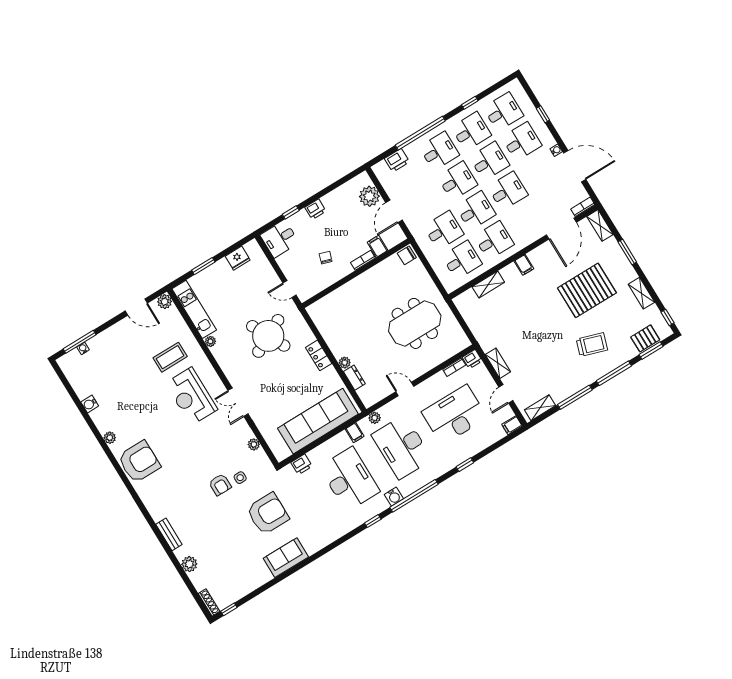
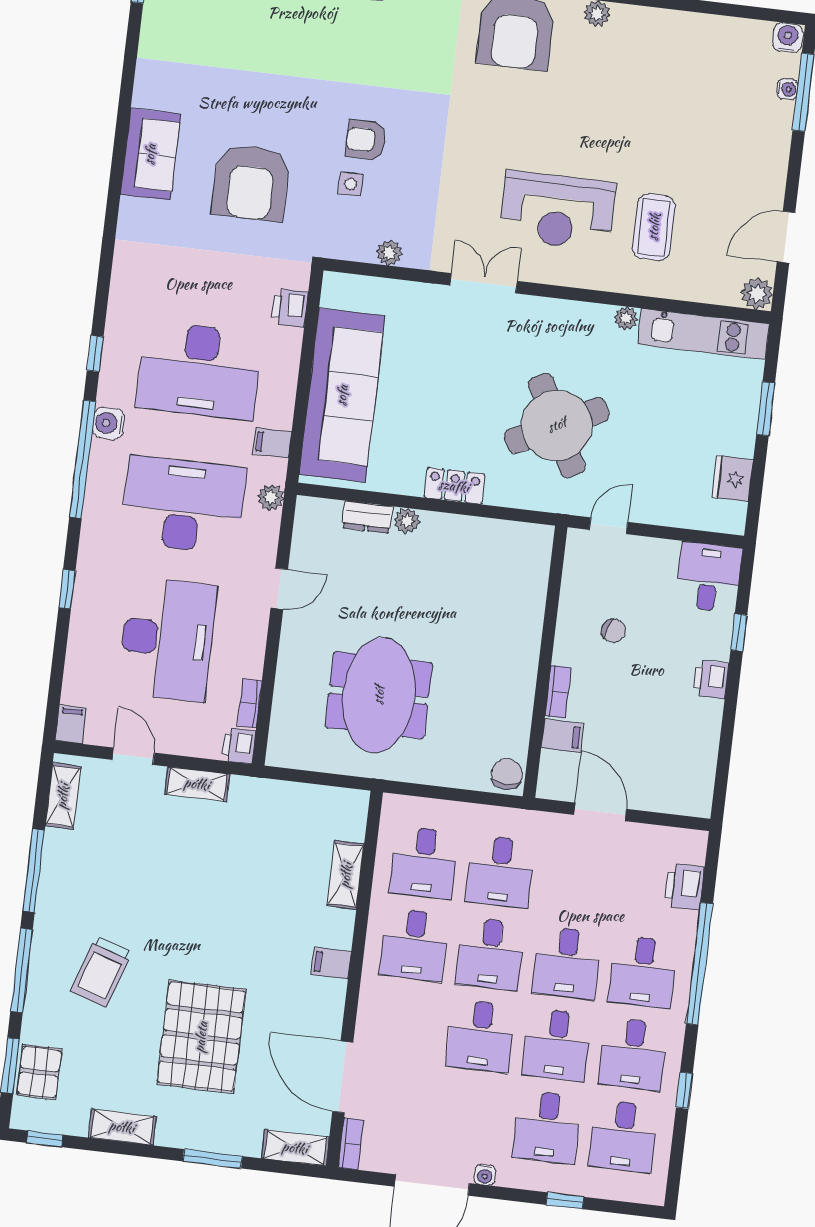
plant: (369, 196) -> (660, 790), removed
reception desk: (191, 396) -> (557, 211), turned 180
water cooler: (90, 404) -> (788, 38), moved

